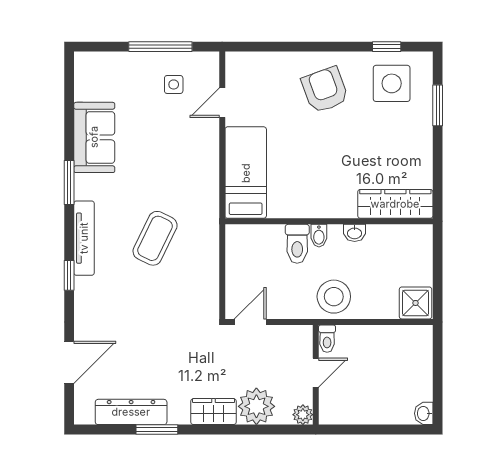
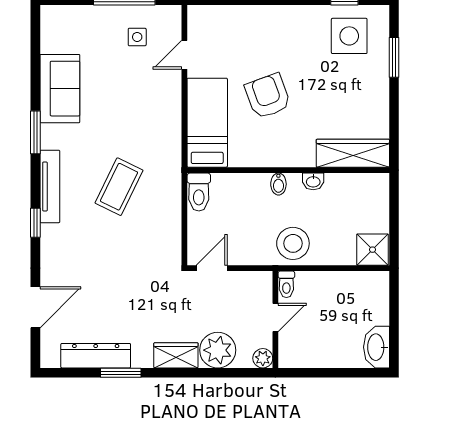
armchair: (325, 90) -> (268, 96), moved
toilet: (297, 244) -> (199, 192), moved
washbasin: (424, 413) -> (377, 347), width x1.91, depth x1.45

